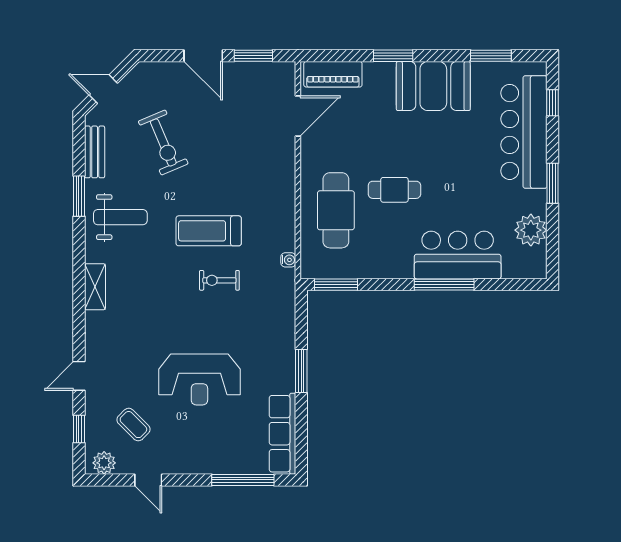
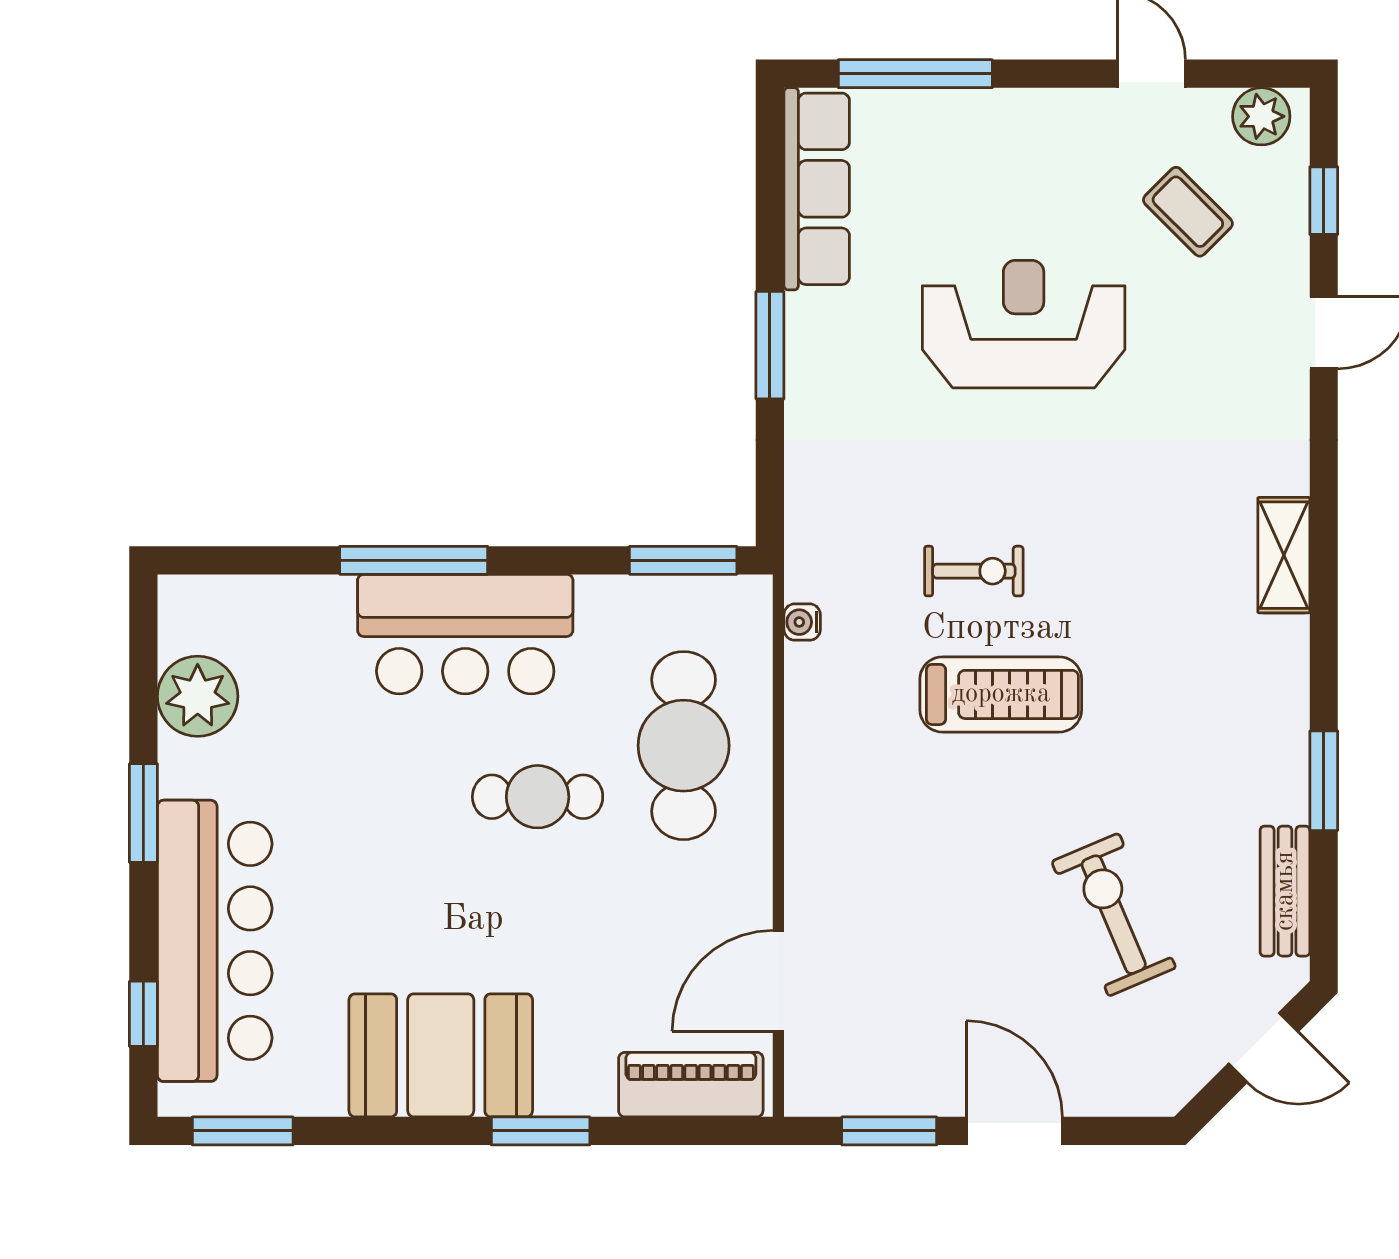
window: (491, 56) -> (243, 1131), moved
weight bench: (120, 217) -> (1221, 729), removed
bar counter: (458, 255) -> (465, 634), moved

